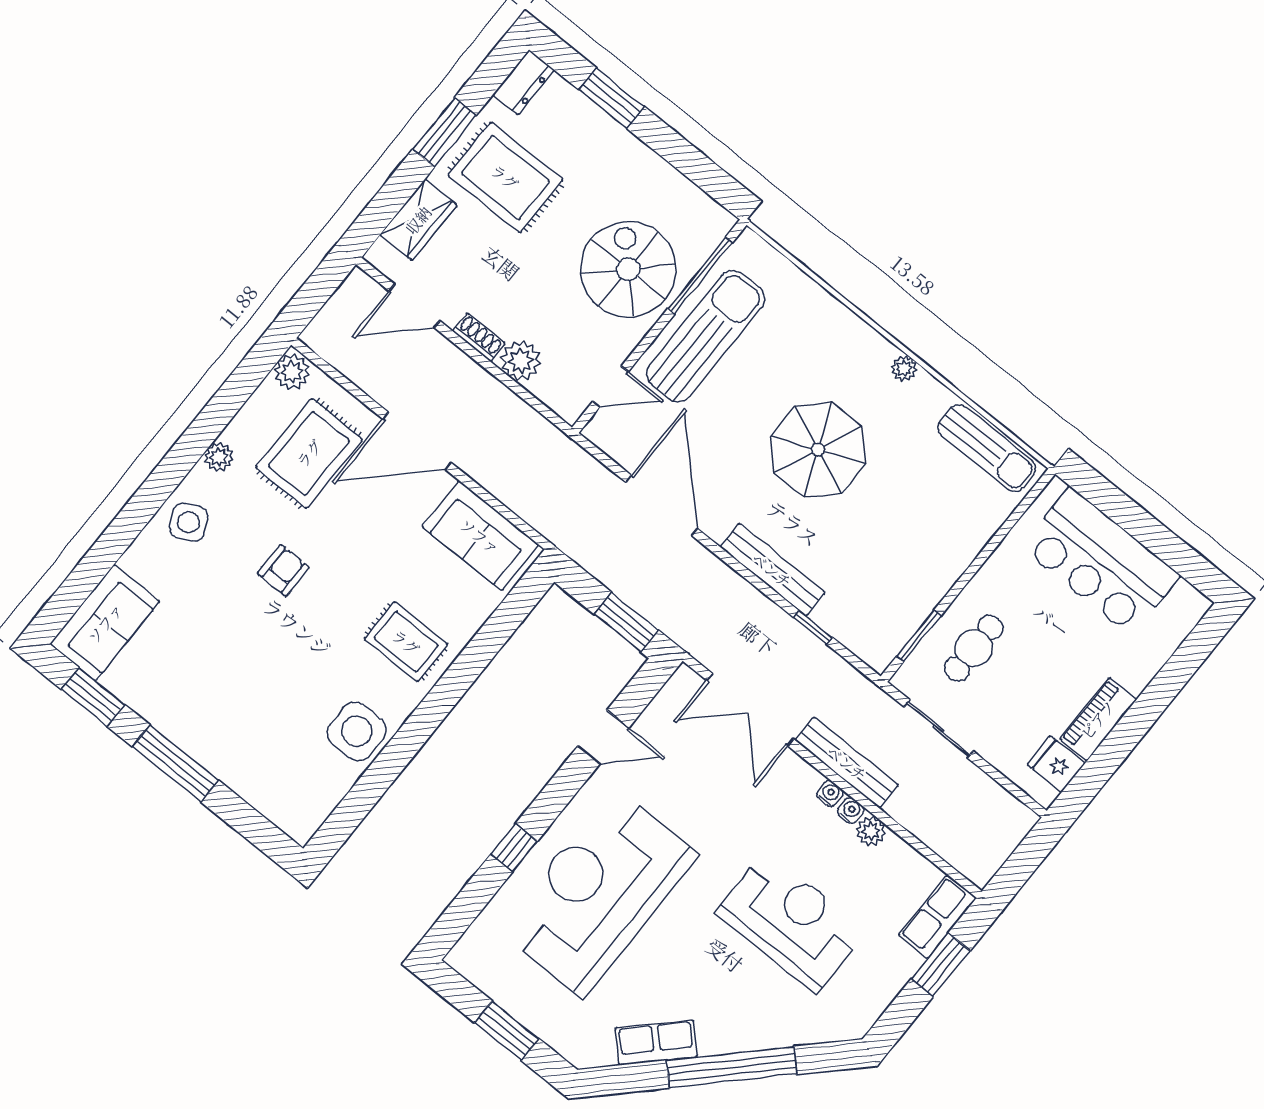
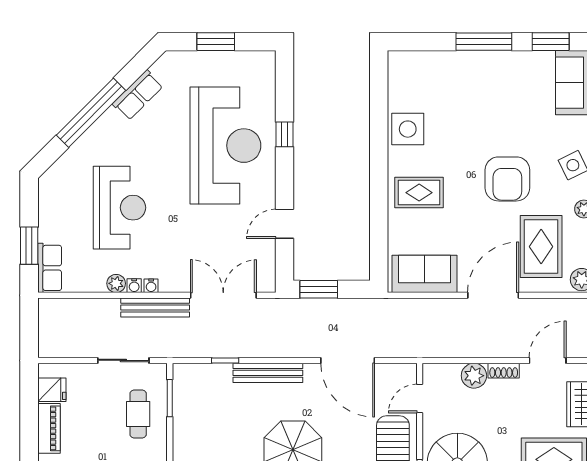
armchair: (283, 570) -> (507, 179), width x1.88, depth x1.88
reception desk: (791, 922) -> (119, 208), turned -90

